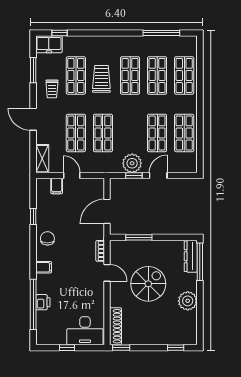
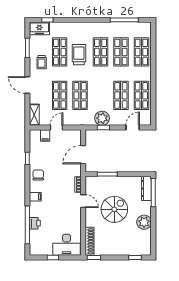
door: (72, 175) -> (57, 127), hinge flipped
door: (158, 175) -> (133, 127), moved

